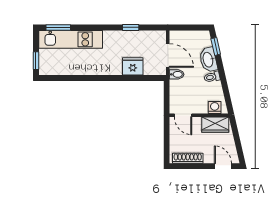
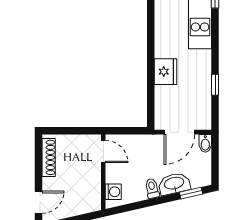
fridge: (133, 66) -> (166, 72), moved
bidet: (177, 74) -> (205, 143), moved
door: (183, 115) -> (103, 152), swing flipped
wardrobe: (215, 125) -> (91, 193), removed

